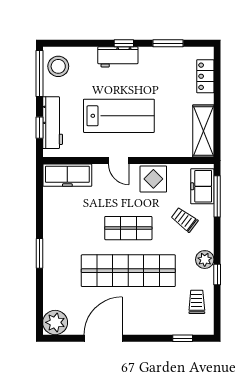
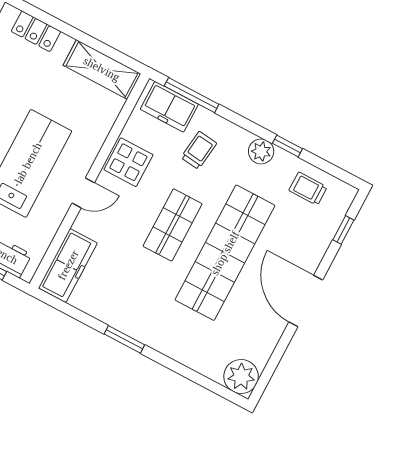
trolley: (184, 220) -> (199, 150), turned 150
window: (39, 253) -> (124, 339), moved
door: (103, 338) -> (306, 301), moved

